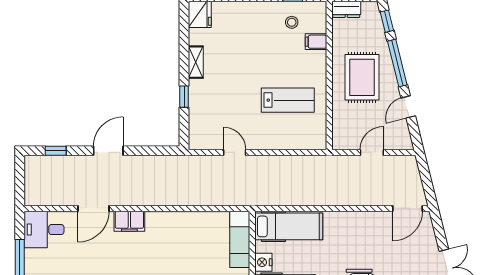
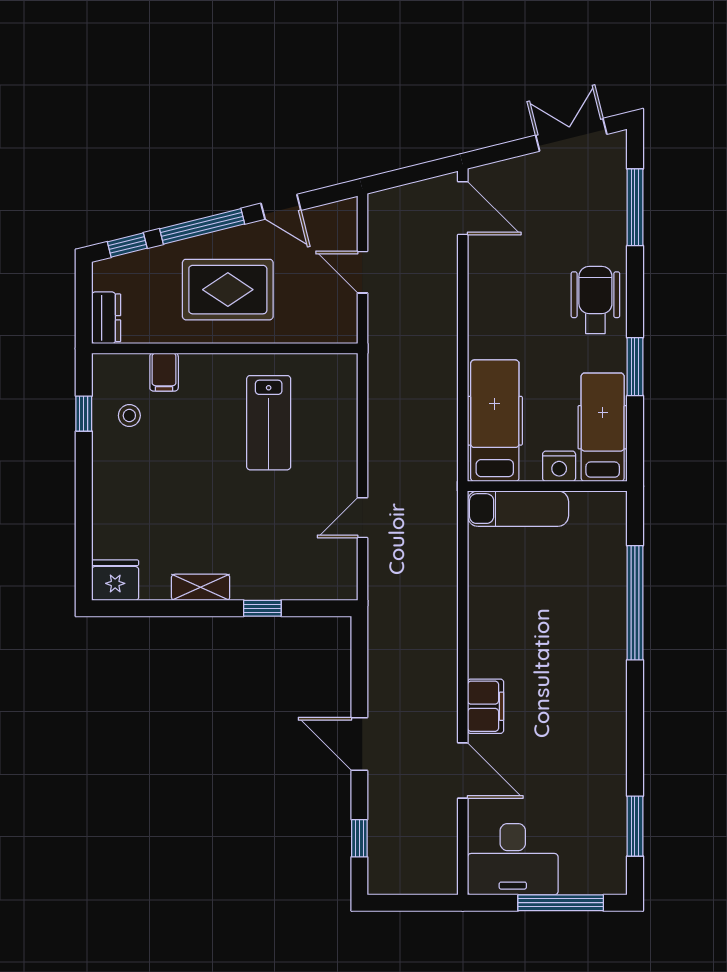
lab bench: (288, 100) -> (269, 423), turned 180
desk: (44, 230) -> (513, 859), width x1.37

